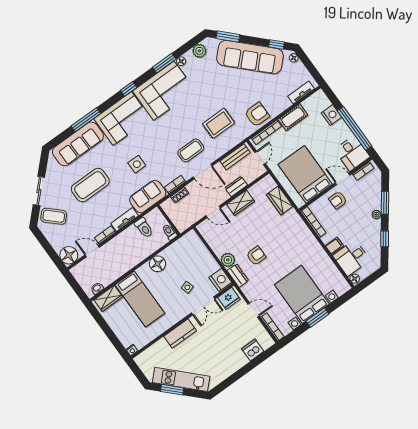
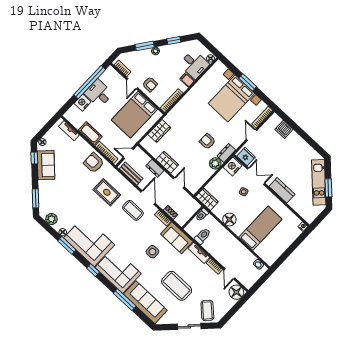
sofa: (250, 57) -> (46, 165), width x0.54, depth x0.79
desk: (352, 153) -> (99, 93), moved, turned -90
wardrobe: (108, 298) -> (207, 199), moved

